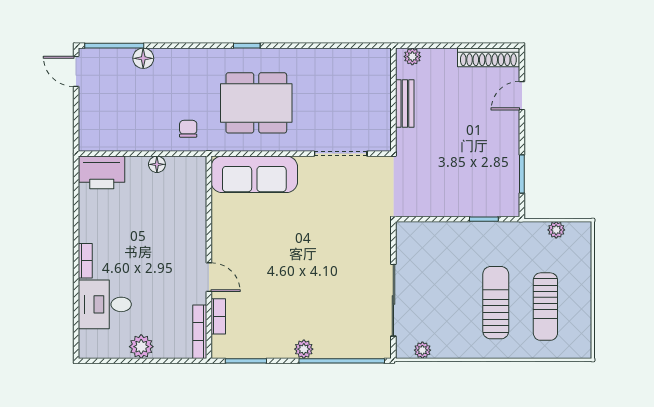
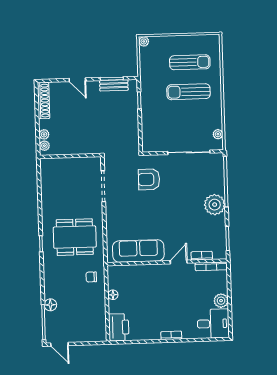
plant: (431, 56) -> (44, 134), added
door: (76, 71) -> (59, 344), hinge flipped
door: (522, 96) -> (77, 80), moved
dining table: (256, 103) -> (75, 237), turned 90
bench: (405, 104) -> (114, 85), moved
sofa: (254, 174) -> (138, 251), moved, turned -90
plant: (556, 230) -> (144, 41), moved
armchair: (350, 231) -> (149, 179), added
desk: (105, 304) -> (213, 324), moved, turned -90
plant: (304, 349) -> (215, 205), width x1.87, depth x1.87

